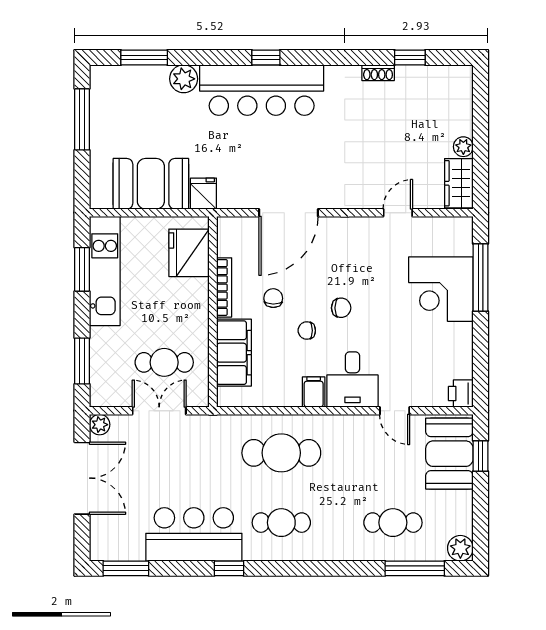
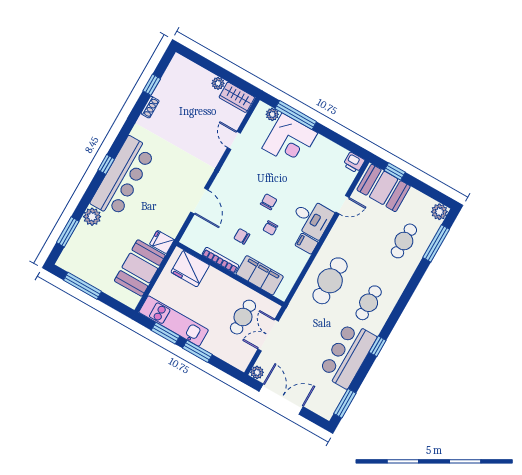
door: (289, 213) -> (199, 201), width x0.73
plant: (463, 245) -> (272, 114), added
window: (82, 361) -> (197, 351), moved

